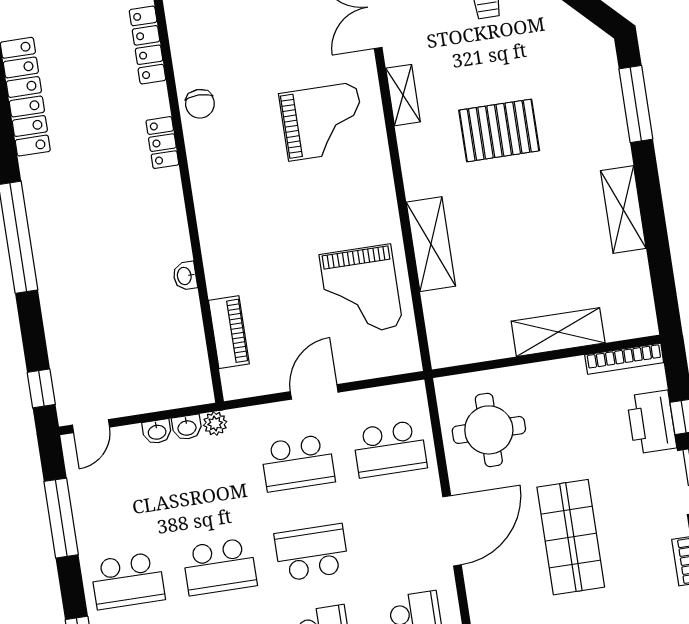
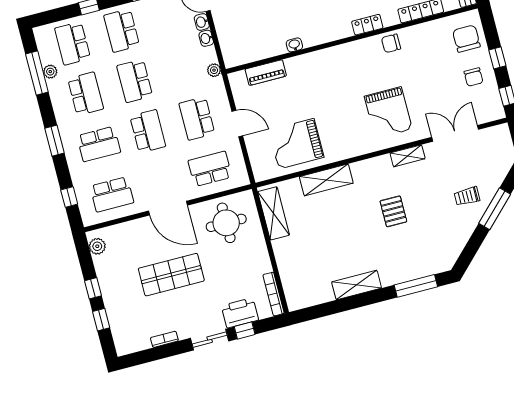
pallet: (499, 130) -> (393, 211), width x0.67, depth x0.71
shelving: (558, 332) -> (274, 213), moved
washbasin: (187, 427) -> (202, 22), moved
school desk: (390, 449) -> (210, 169), turned 90

